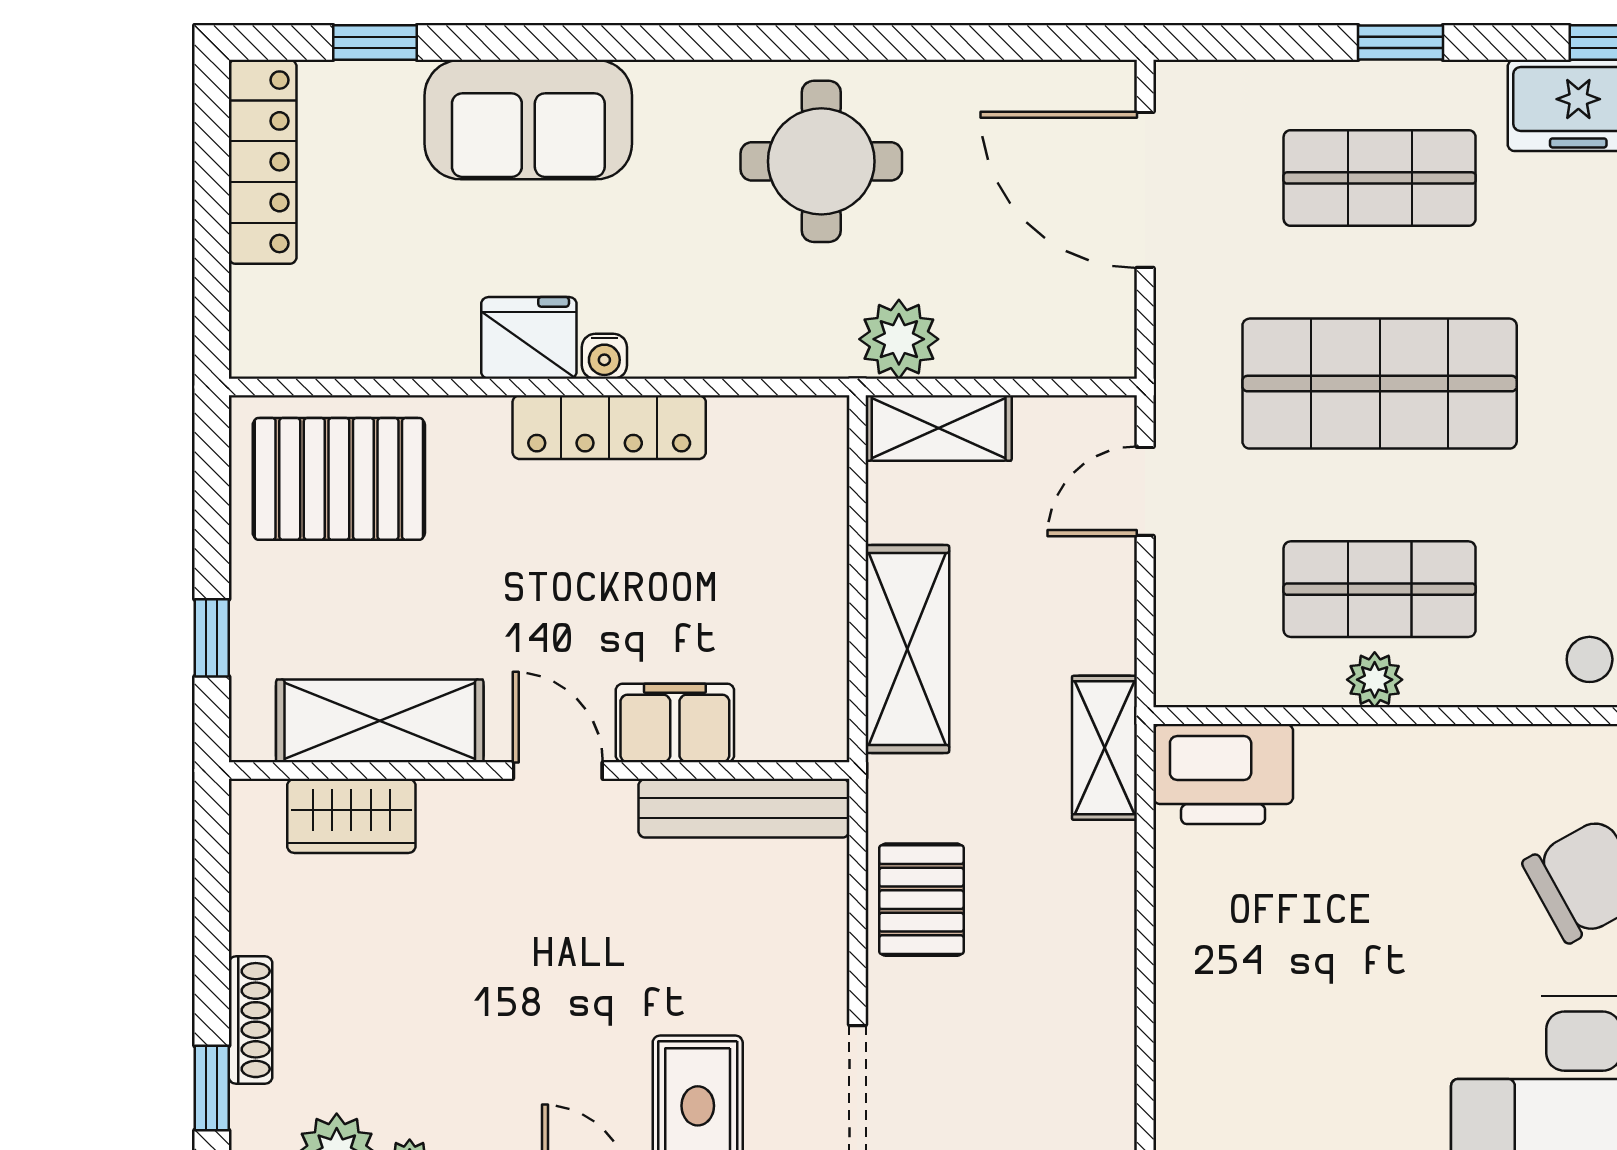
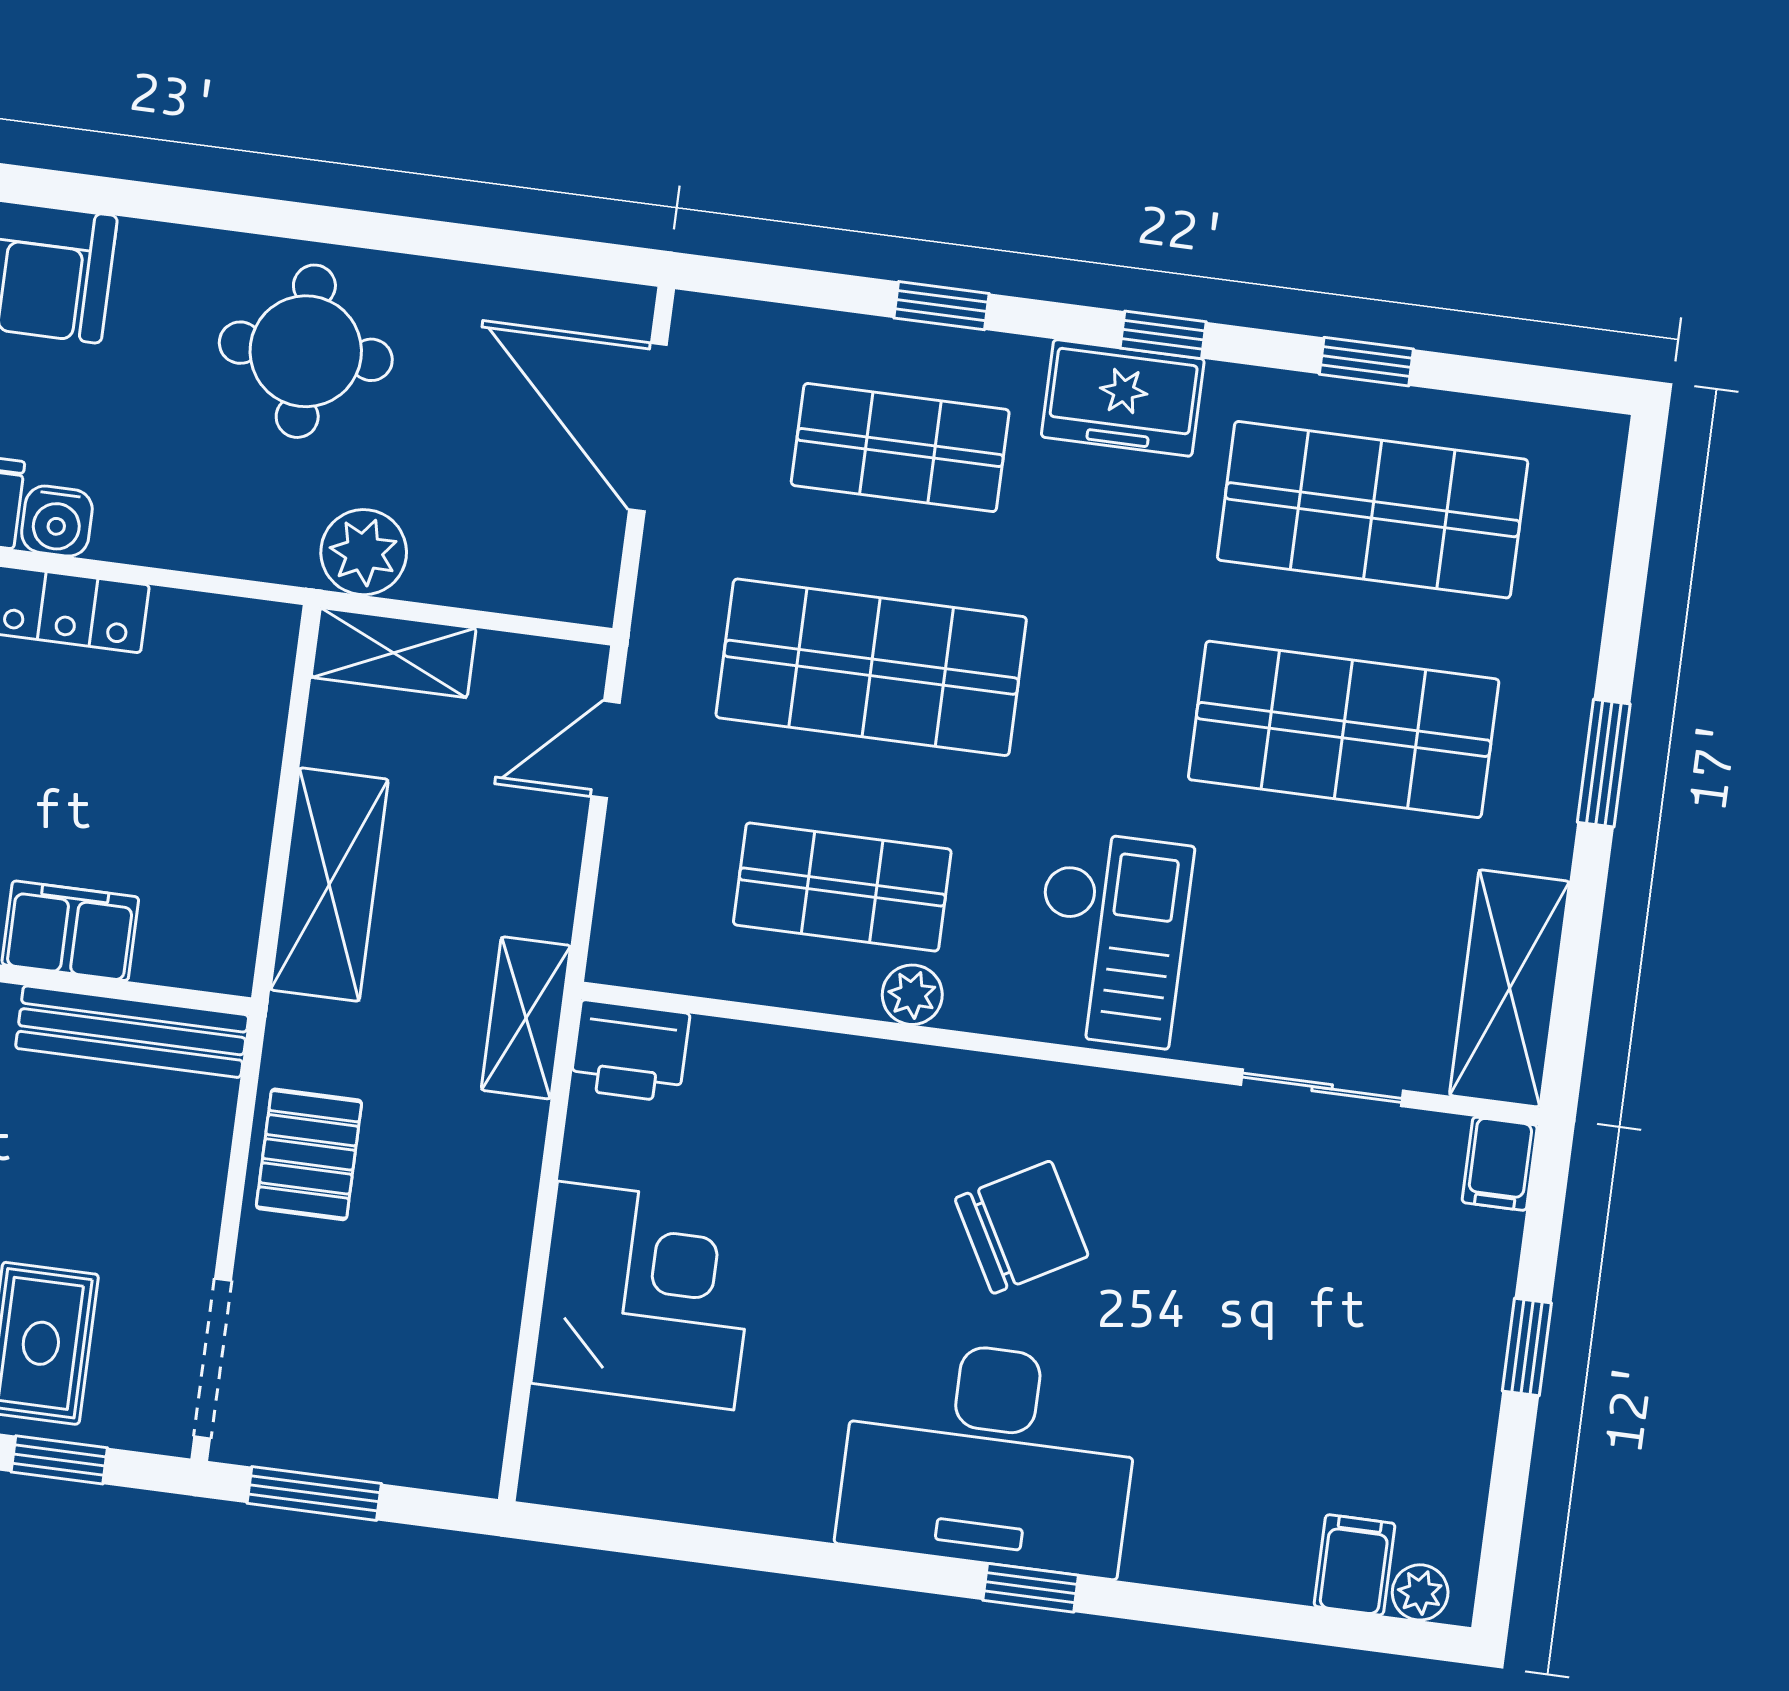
water cooler: (604, 356) -> (57, 521), width x1.38, depth x1.38
plant: (1375, 680) -> (912, 995), moved
printer: (1223, 774) -> (630, 1051), width x0.73, depth x0.84
corner desk: (1248, 989) -> (646, 1295), added

